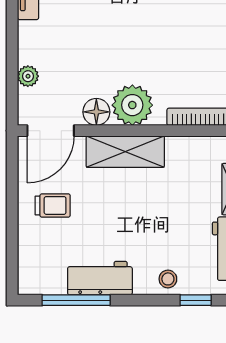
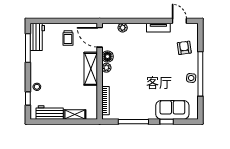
plant: (132, 105) -> (106, 68), width x0.53, depth x0.53
workbench: (100, 278) -> (37, 37), moved

